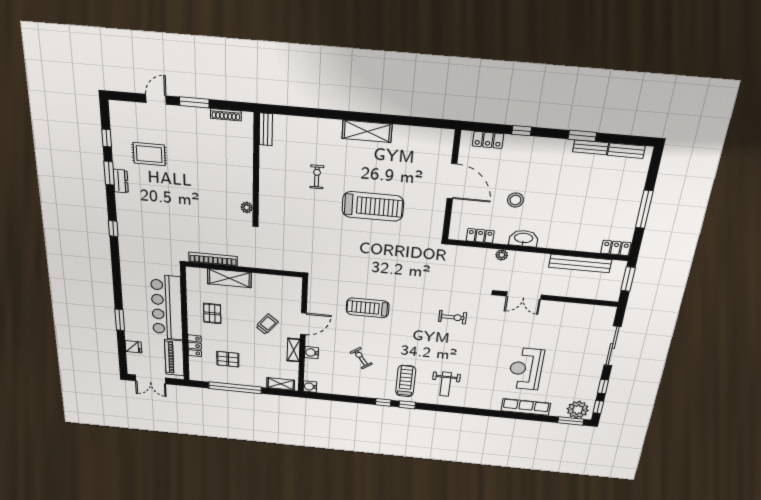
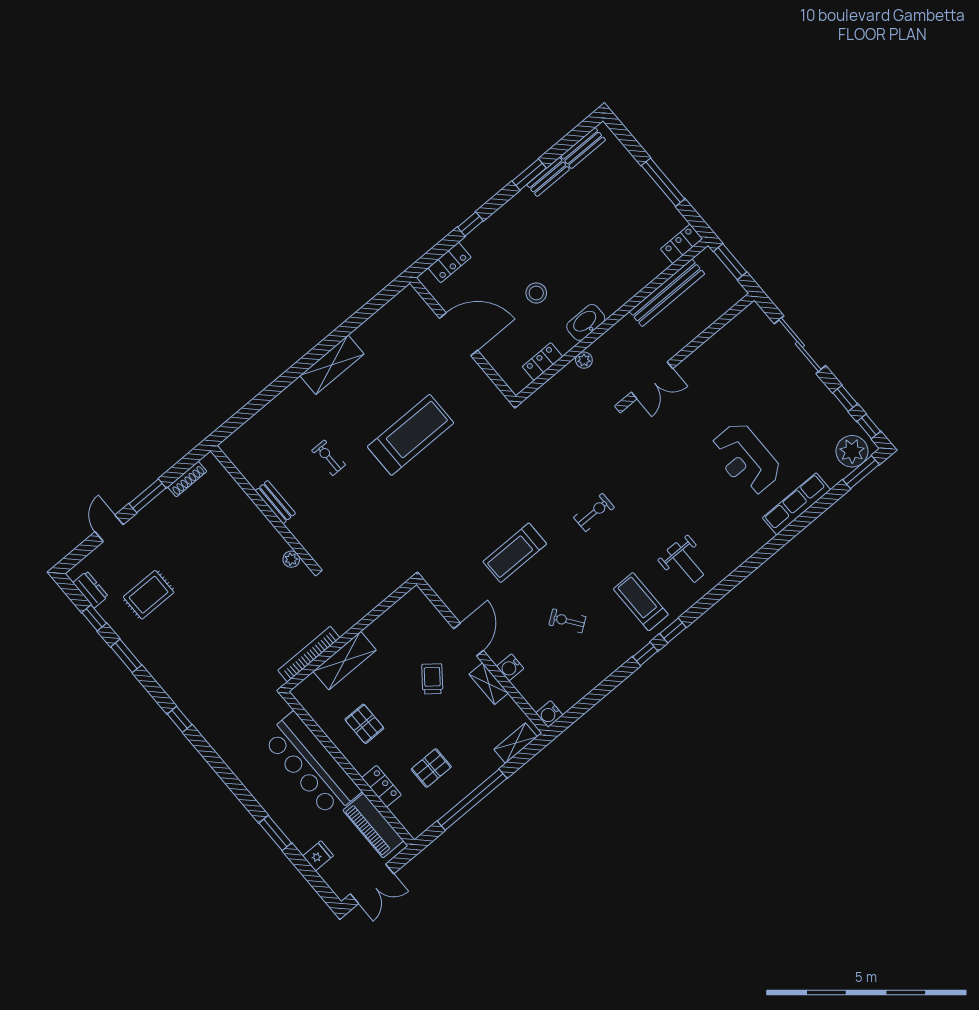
bench: (266, 129) -> (275, 502), moved
dresser: (121, 181) -> (90, 590), moved
exercise bike: (453, 317) -> (594, 512), moved

